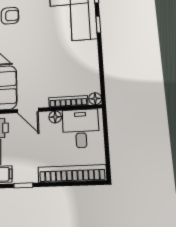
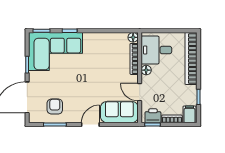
door: (28, 110) -> (140, 92), swing flipped

